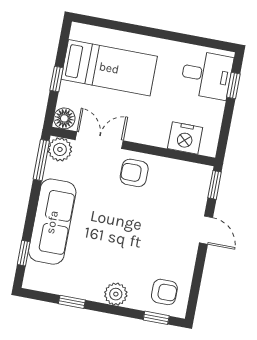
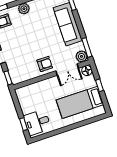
nightstand: (185, 138) -> (31, 91), removed

